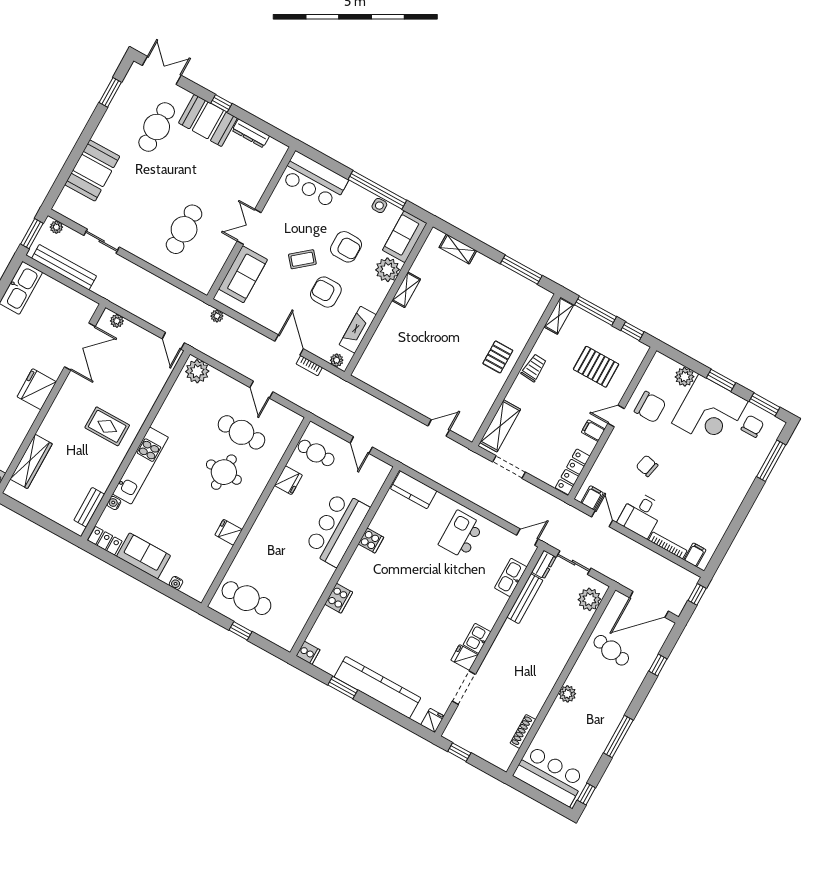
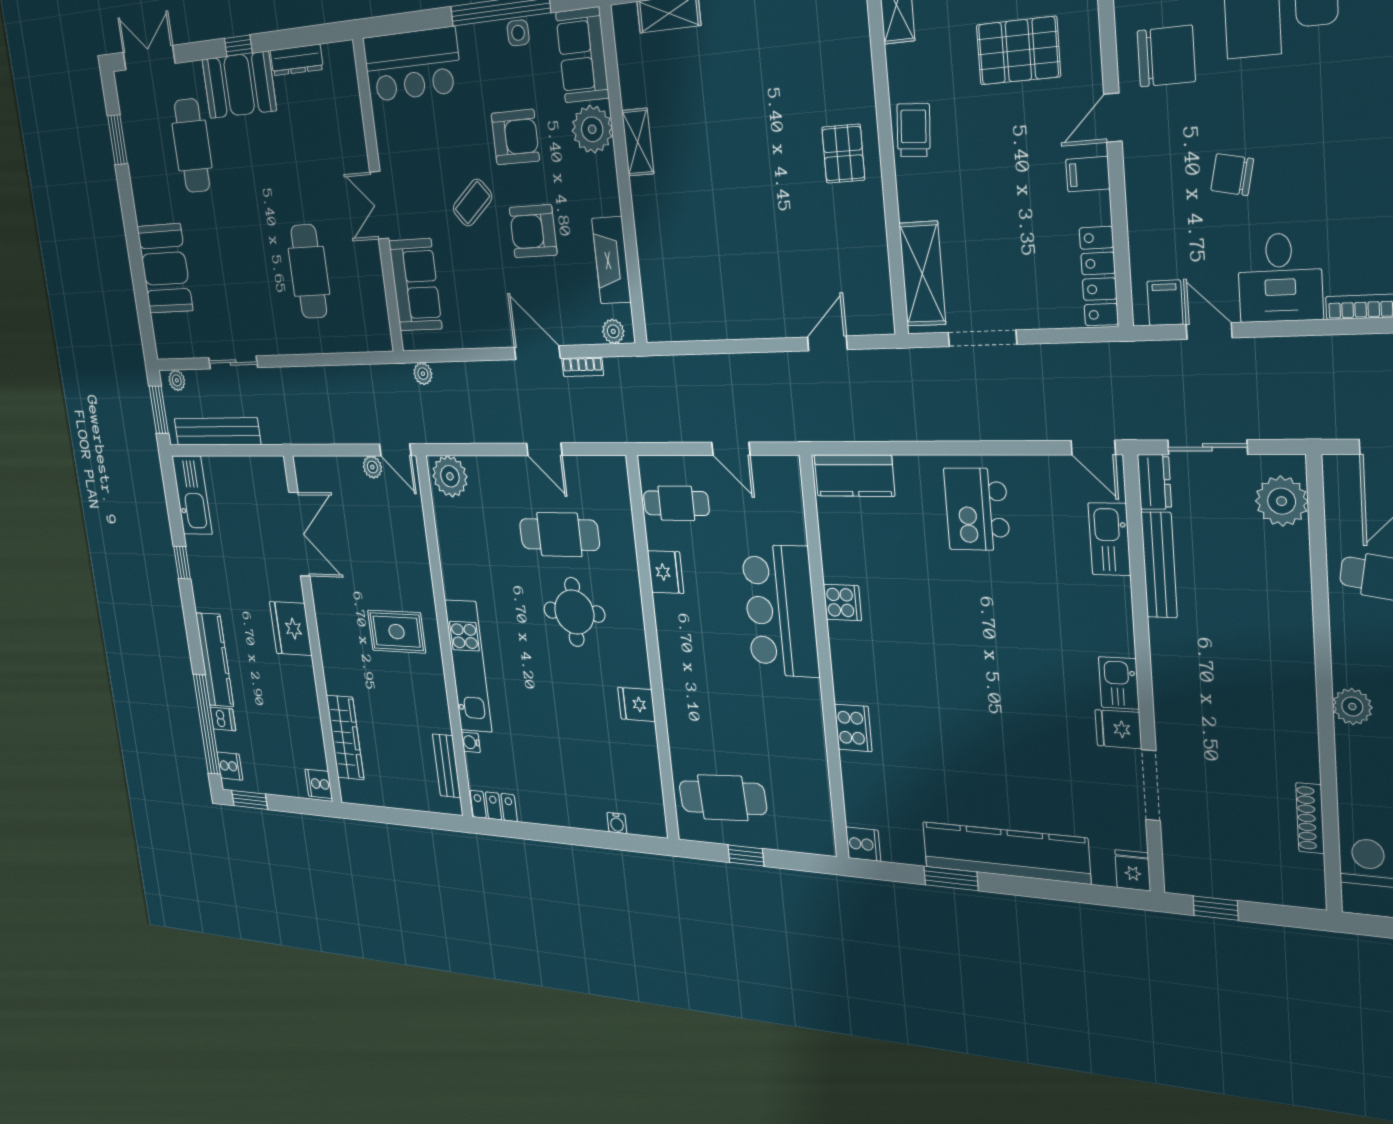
plant: (117, 321) -> (372, 467), moved
door: (527, 537) -> (1093, 448), swing flipped
sofa: (143, 556) -> (552, 803), removed

